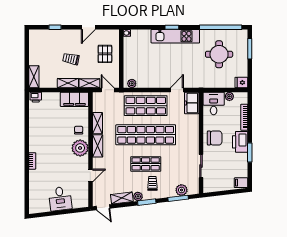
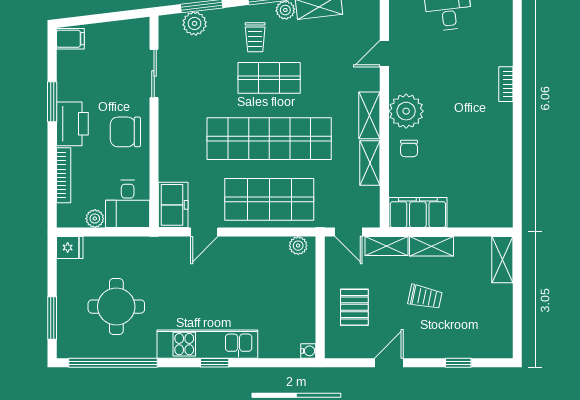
printer: (36, 97) -> (499, 217), removed

